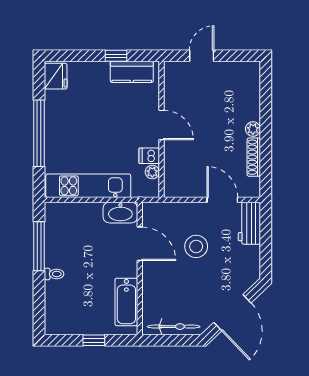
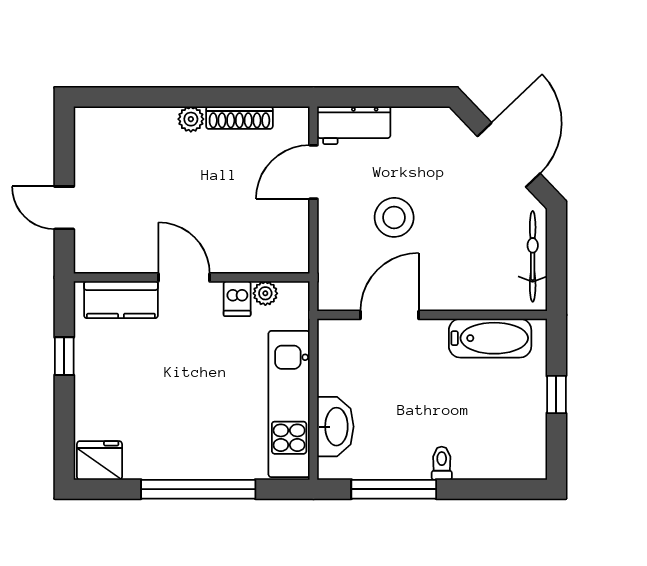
kitchen counter: (132, 72) -> (121, 300), moved, turned 90
door: (161, 125) -> (184, 277), hinge flipped
washbasin: (120, 213) -> (335, 427), moved
door: (232, 313) -> (509, 155), hinge flipped

